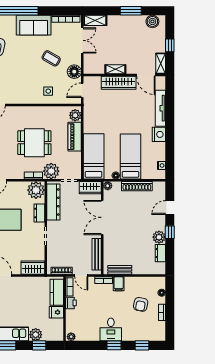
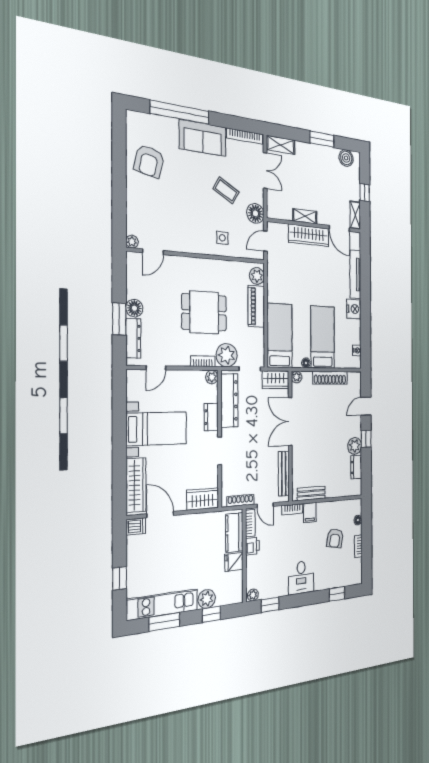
plant: (36, 190) -> (212, 377), width x0.53, depth x0.53
window: (114, 345) -> (270, 605), moved

